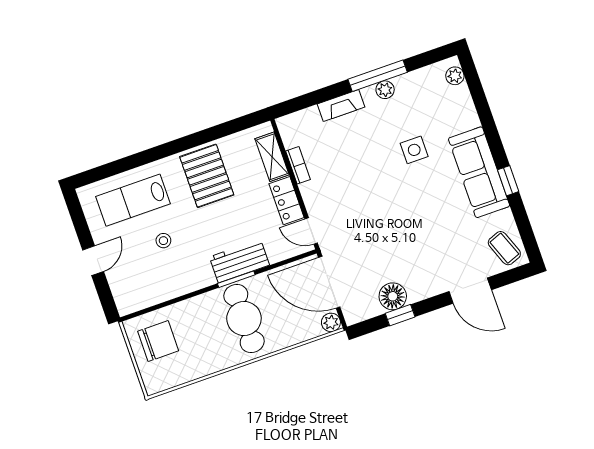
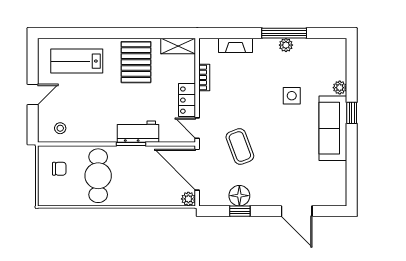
plant: (455, 76) -> (340, 88), moved
fireplace: (341, 106) -> (236, 45), moved
shelving: (272, 157) -> (178, 46), moved, turned 90
window: (508, 181) -> (352, 113), moved
stool: (163, 241) -> (60, 128), moved
coffee table: (504, 248) -> (240, 147), moved, width x1.36, depth x1.30
cafe table: (244, 319) -> (98, 176), moved
chair: (158, 341) -> (59, 169), width x0.54, depth x0.54

